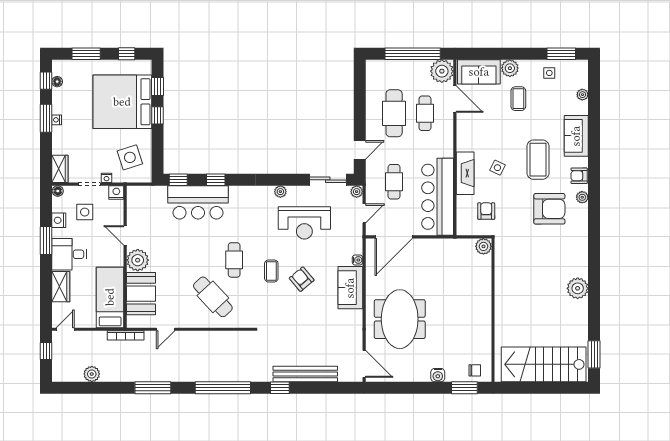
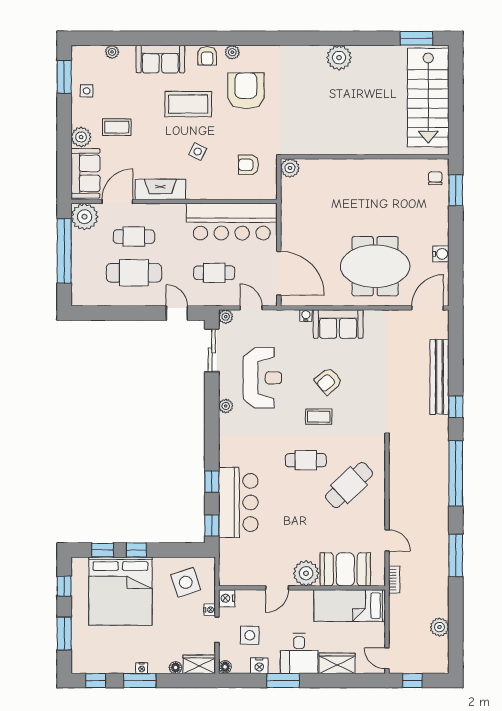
floor lamp: (57, 82) -> (176, 668), moved
fireplace: (465, 173) -> (160, 189), moved
bookcase: (126, 335) -> (394, 580), width x0.64
water cooler: (438, 375) -> (441, 254), moved

